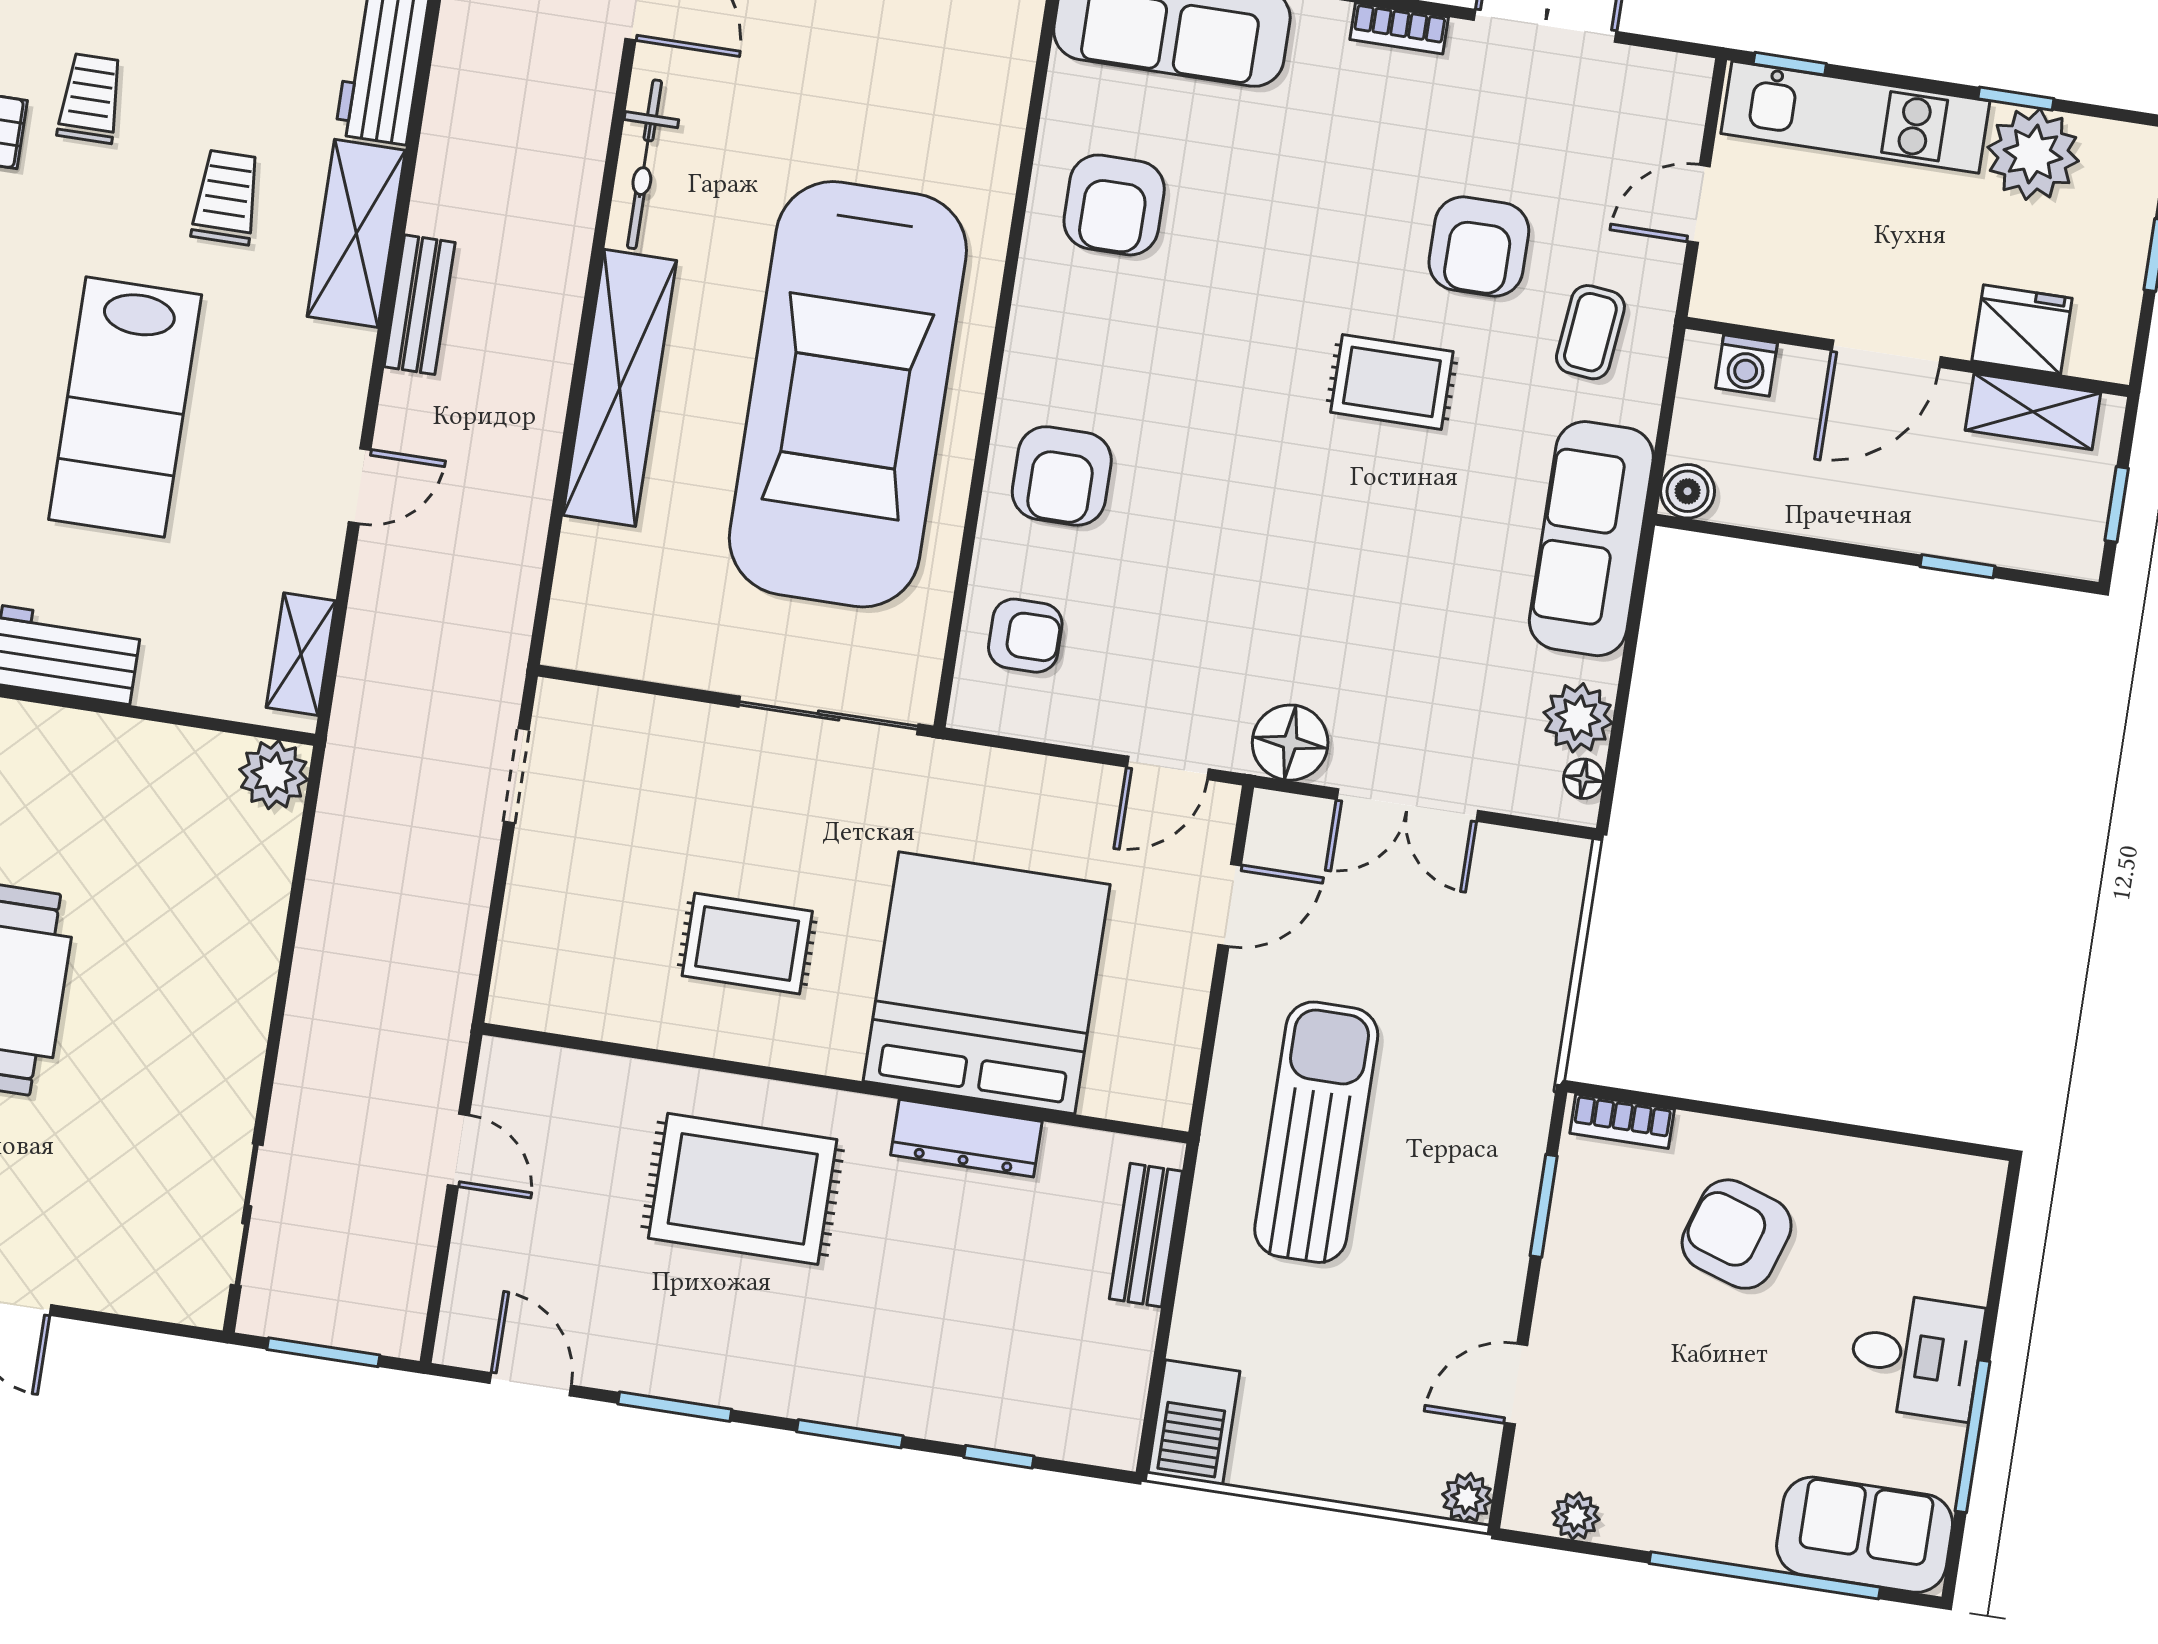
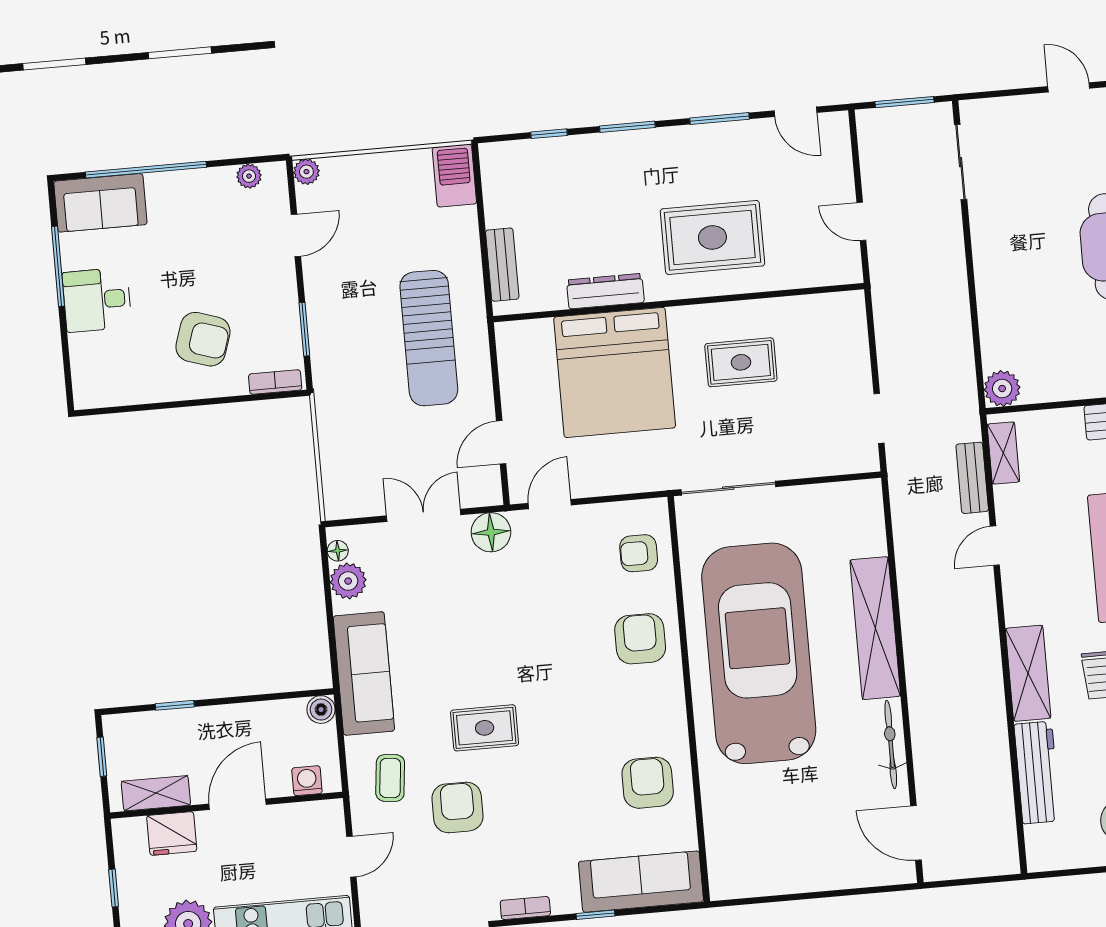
bench: (420, 305) -> (972, 478), moved

